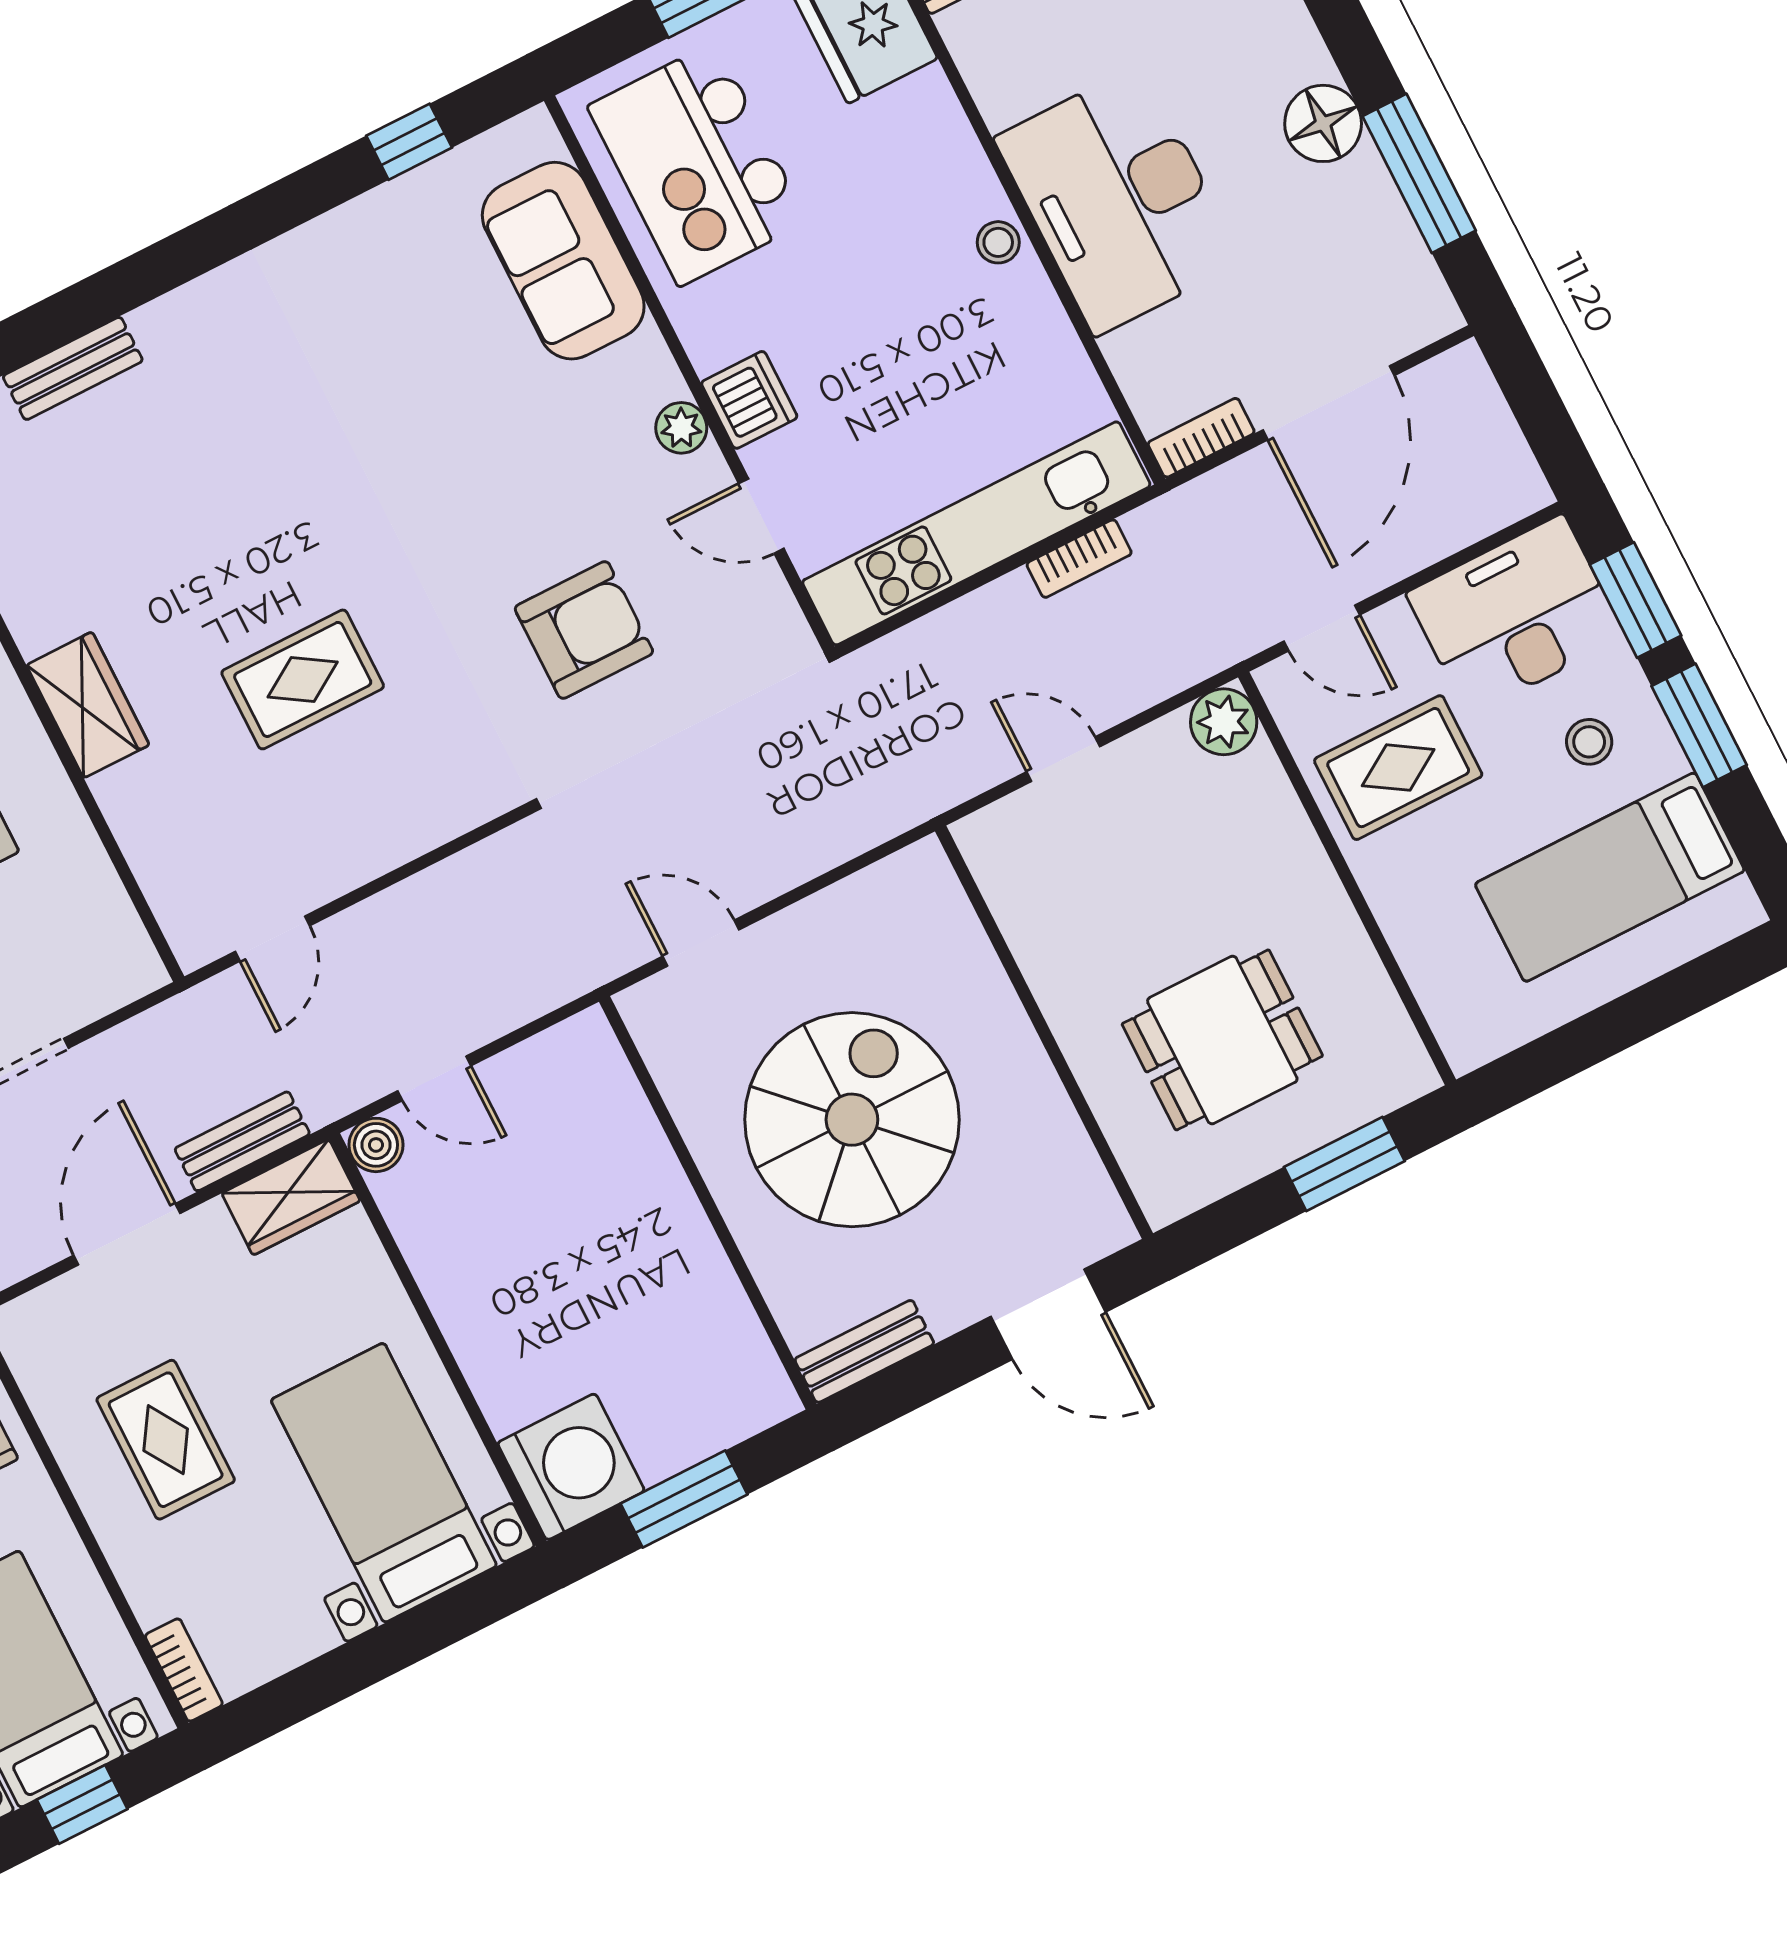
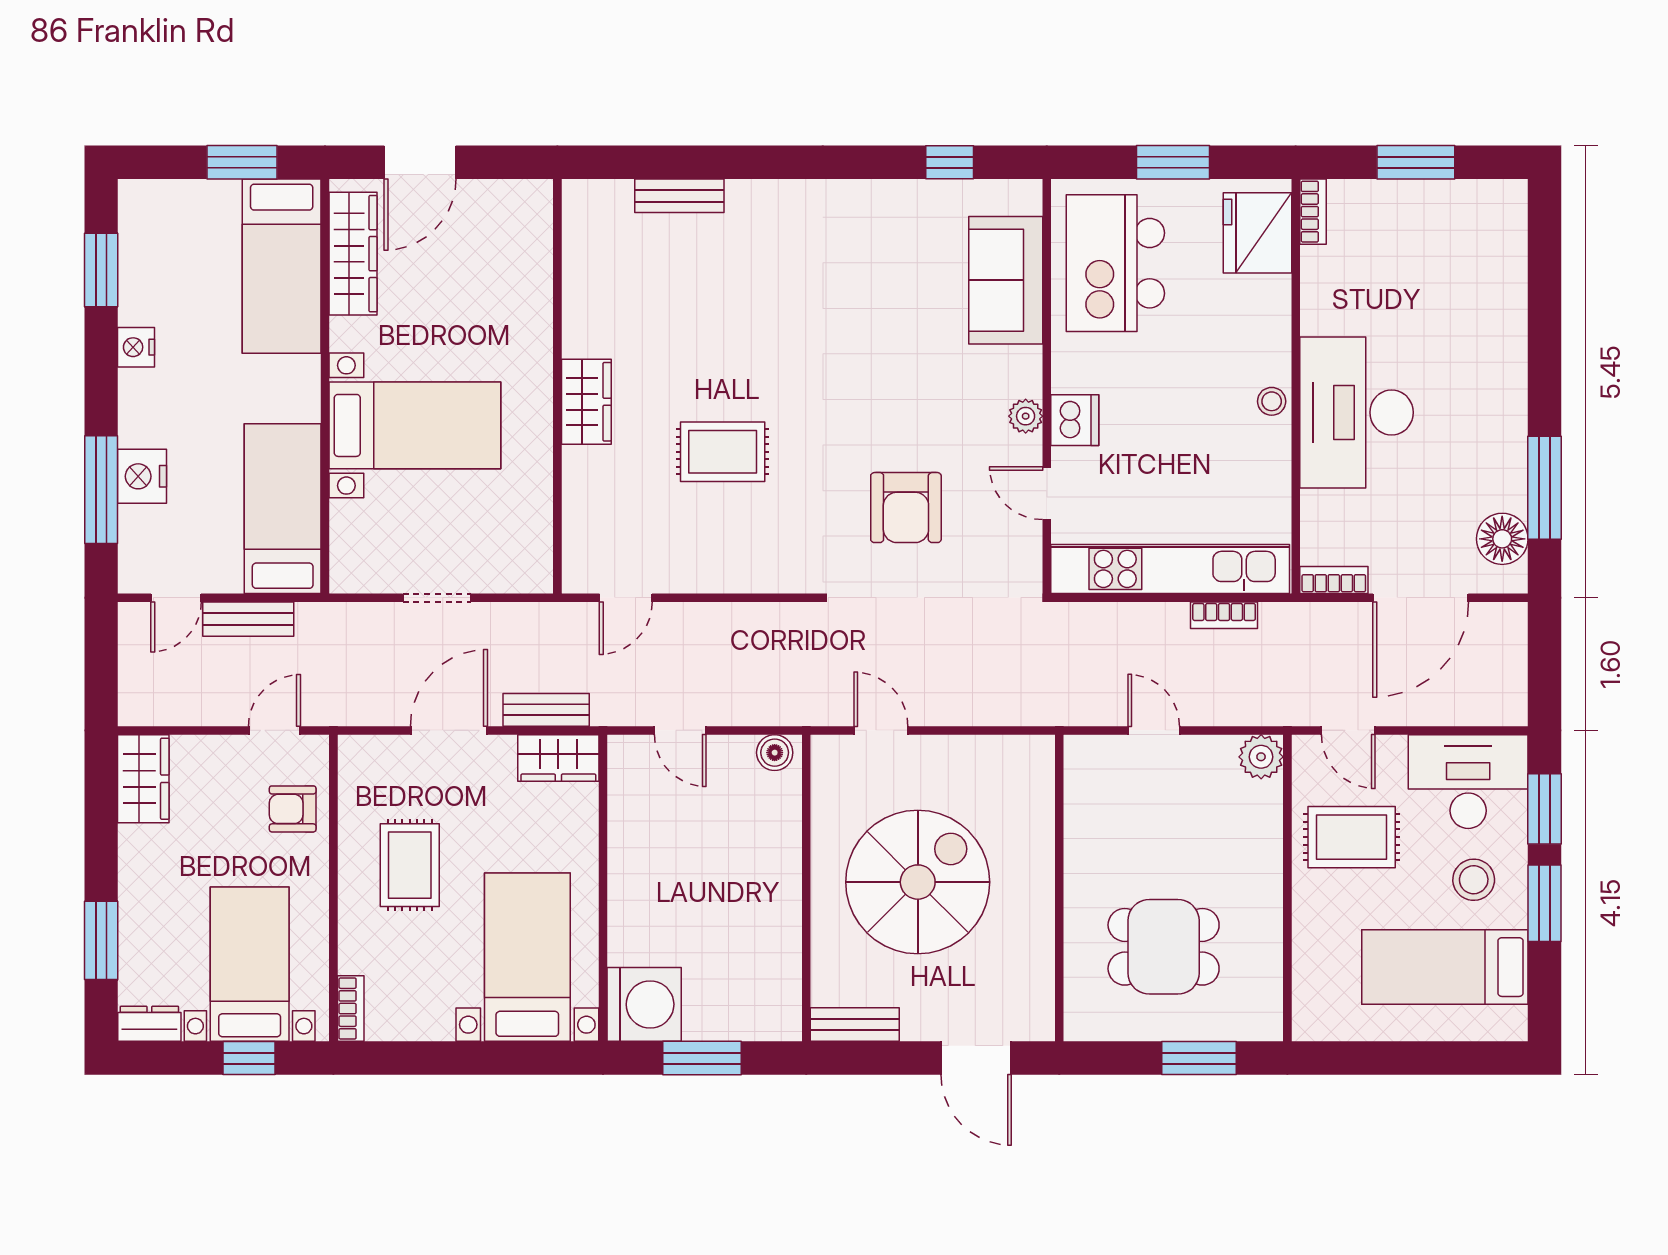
floor lamp: (1323, 123) -> (1502, 539), moved
armchair: (584, 630) -> (906, 508), turned 90
stool: (1589, 742) -> (1474, 880), width x1.37, depth x1.37
boiler: (376, 1145) -> (775, 753), moved

